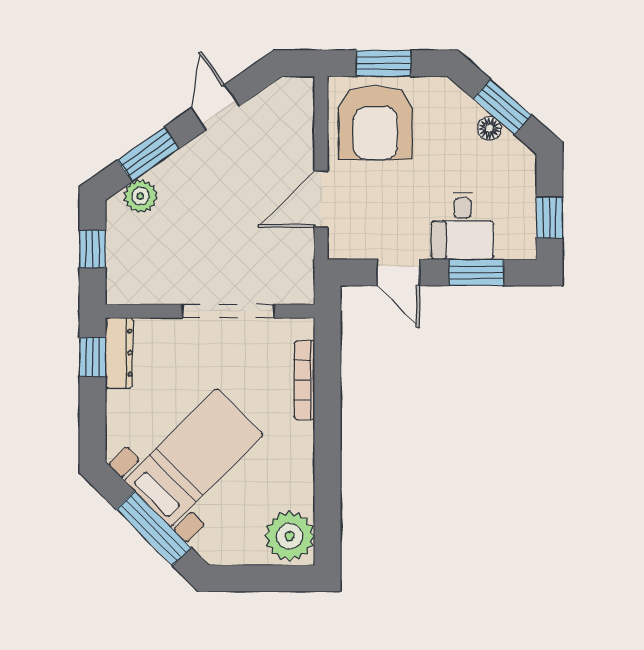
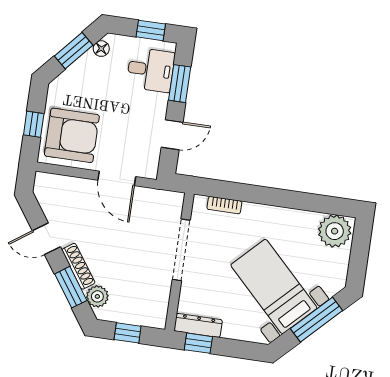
window: (384, 63) -> (34, 124), width x0.67
floor lamp: (489, 128) -> (101, 49), moved
shoe rack: (181, 161) -> (78, 266), added
desk: (462, 226) -> (151, 70), moved
bookcase: (304, 380) -> (224, 205), width x0.64

